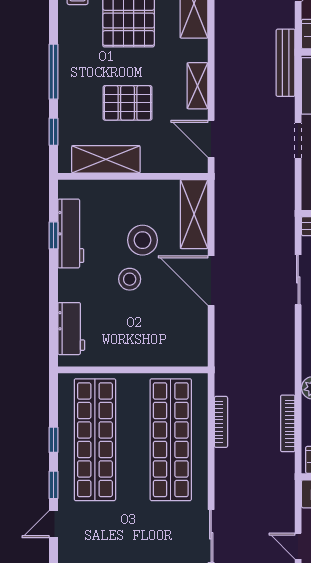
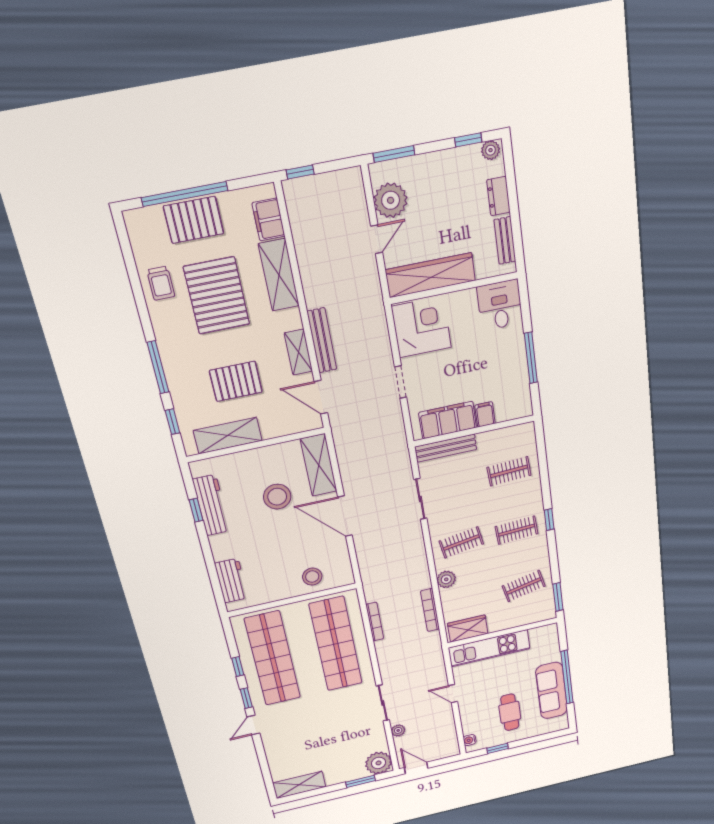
bench: (286, 63) -> (322, 340), moved
stool: (130, 279) -> (312, 577), moved

